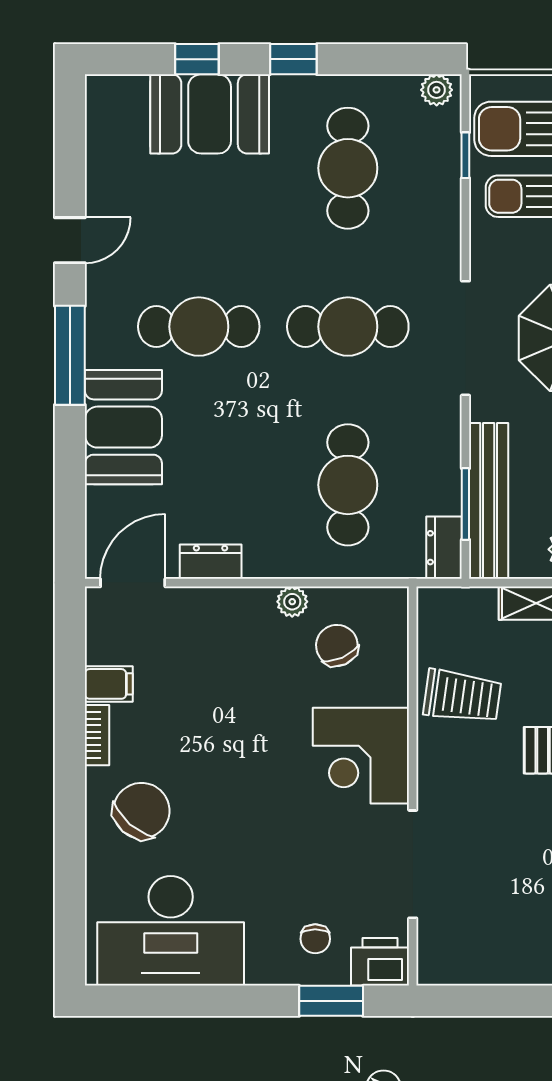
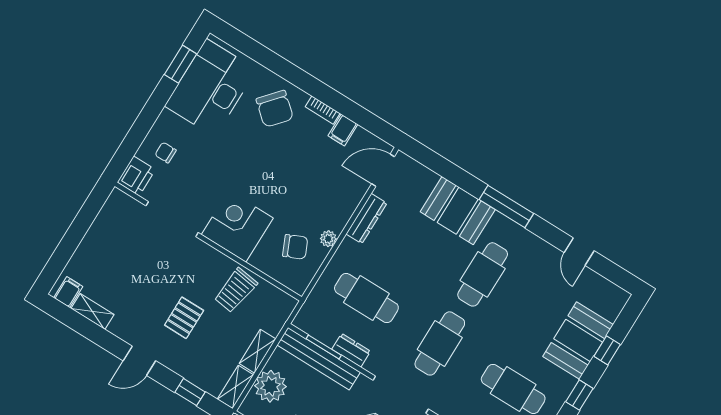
door: (70, 240) -> (579, 252), moved
dresser: (444, 548) -> (351, 350), moved
dresser: (211, 562) -> (366, 219), width x1.44
door: (133, 583) -> (383, 170), swing flipped
window: (331, 1001) -> (181, 64), moved

